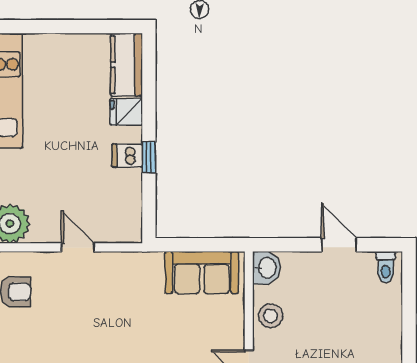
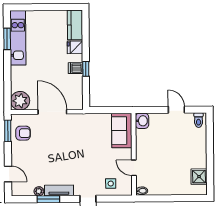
door: (78, 247) -> (52, 112), width x1.87
sofa: (202, 273) -> (122, 131), moved, turned 90
stool: (271, 316) -> (144, 144), removed

